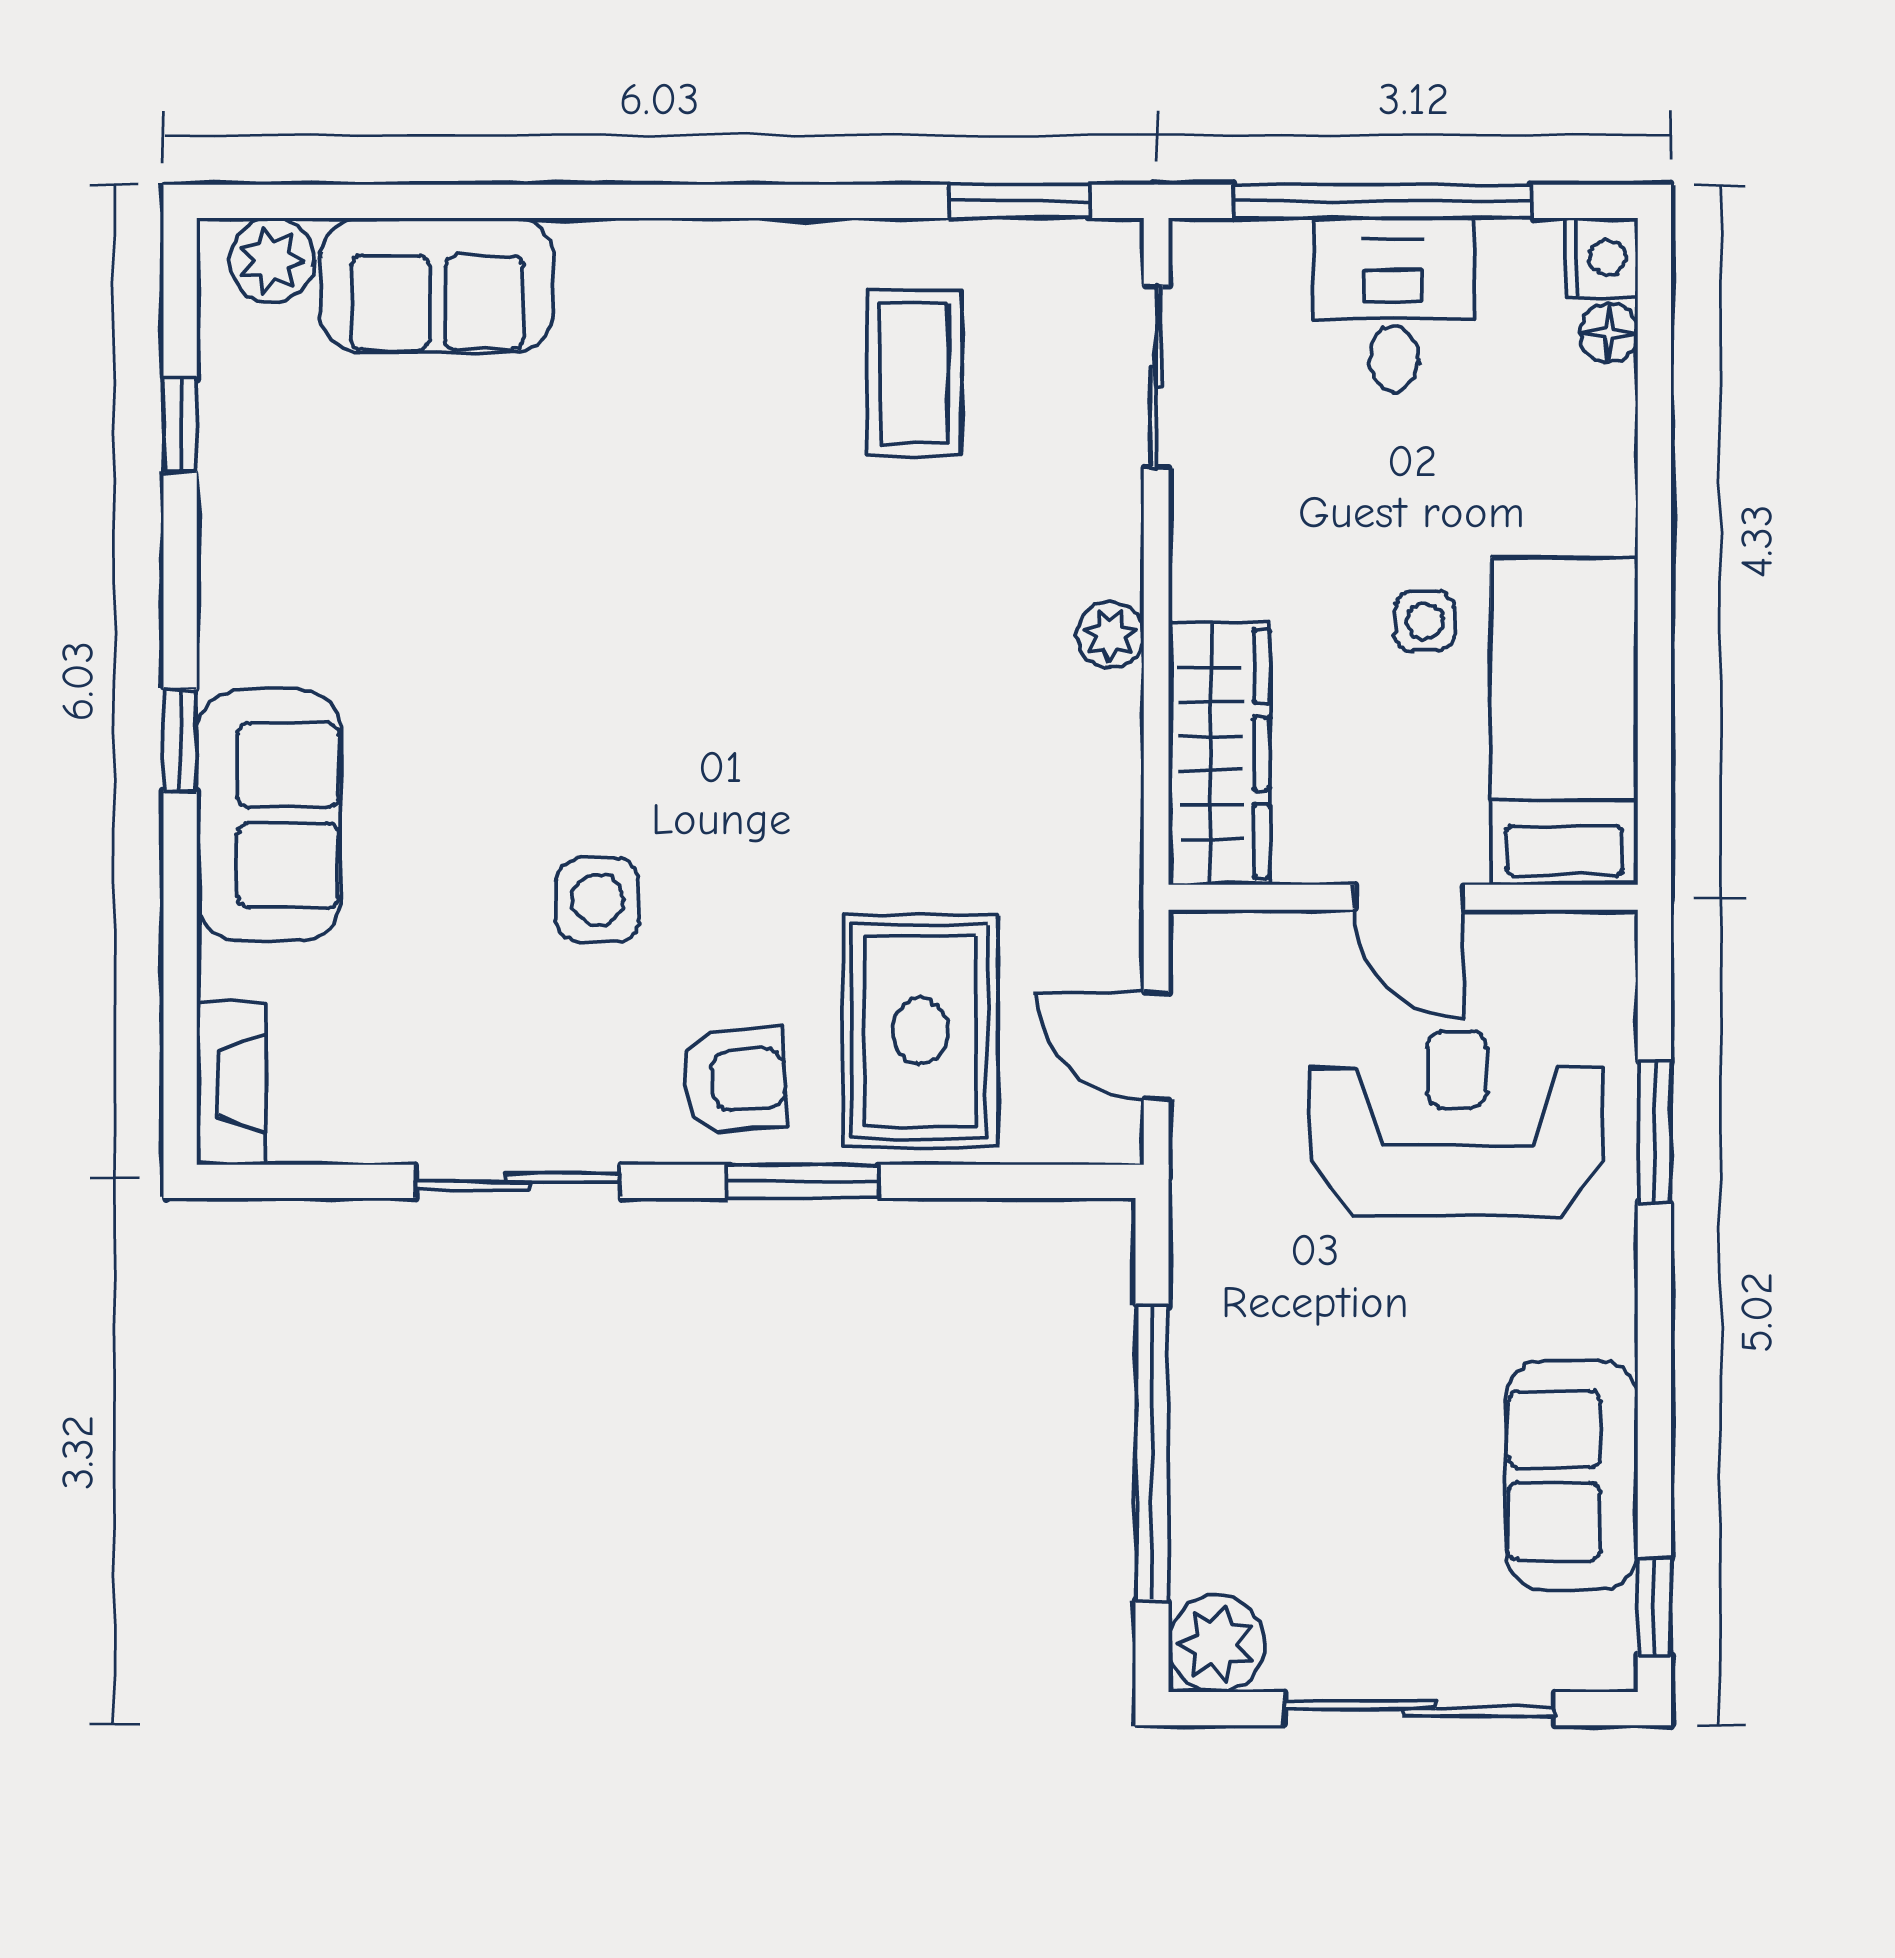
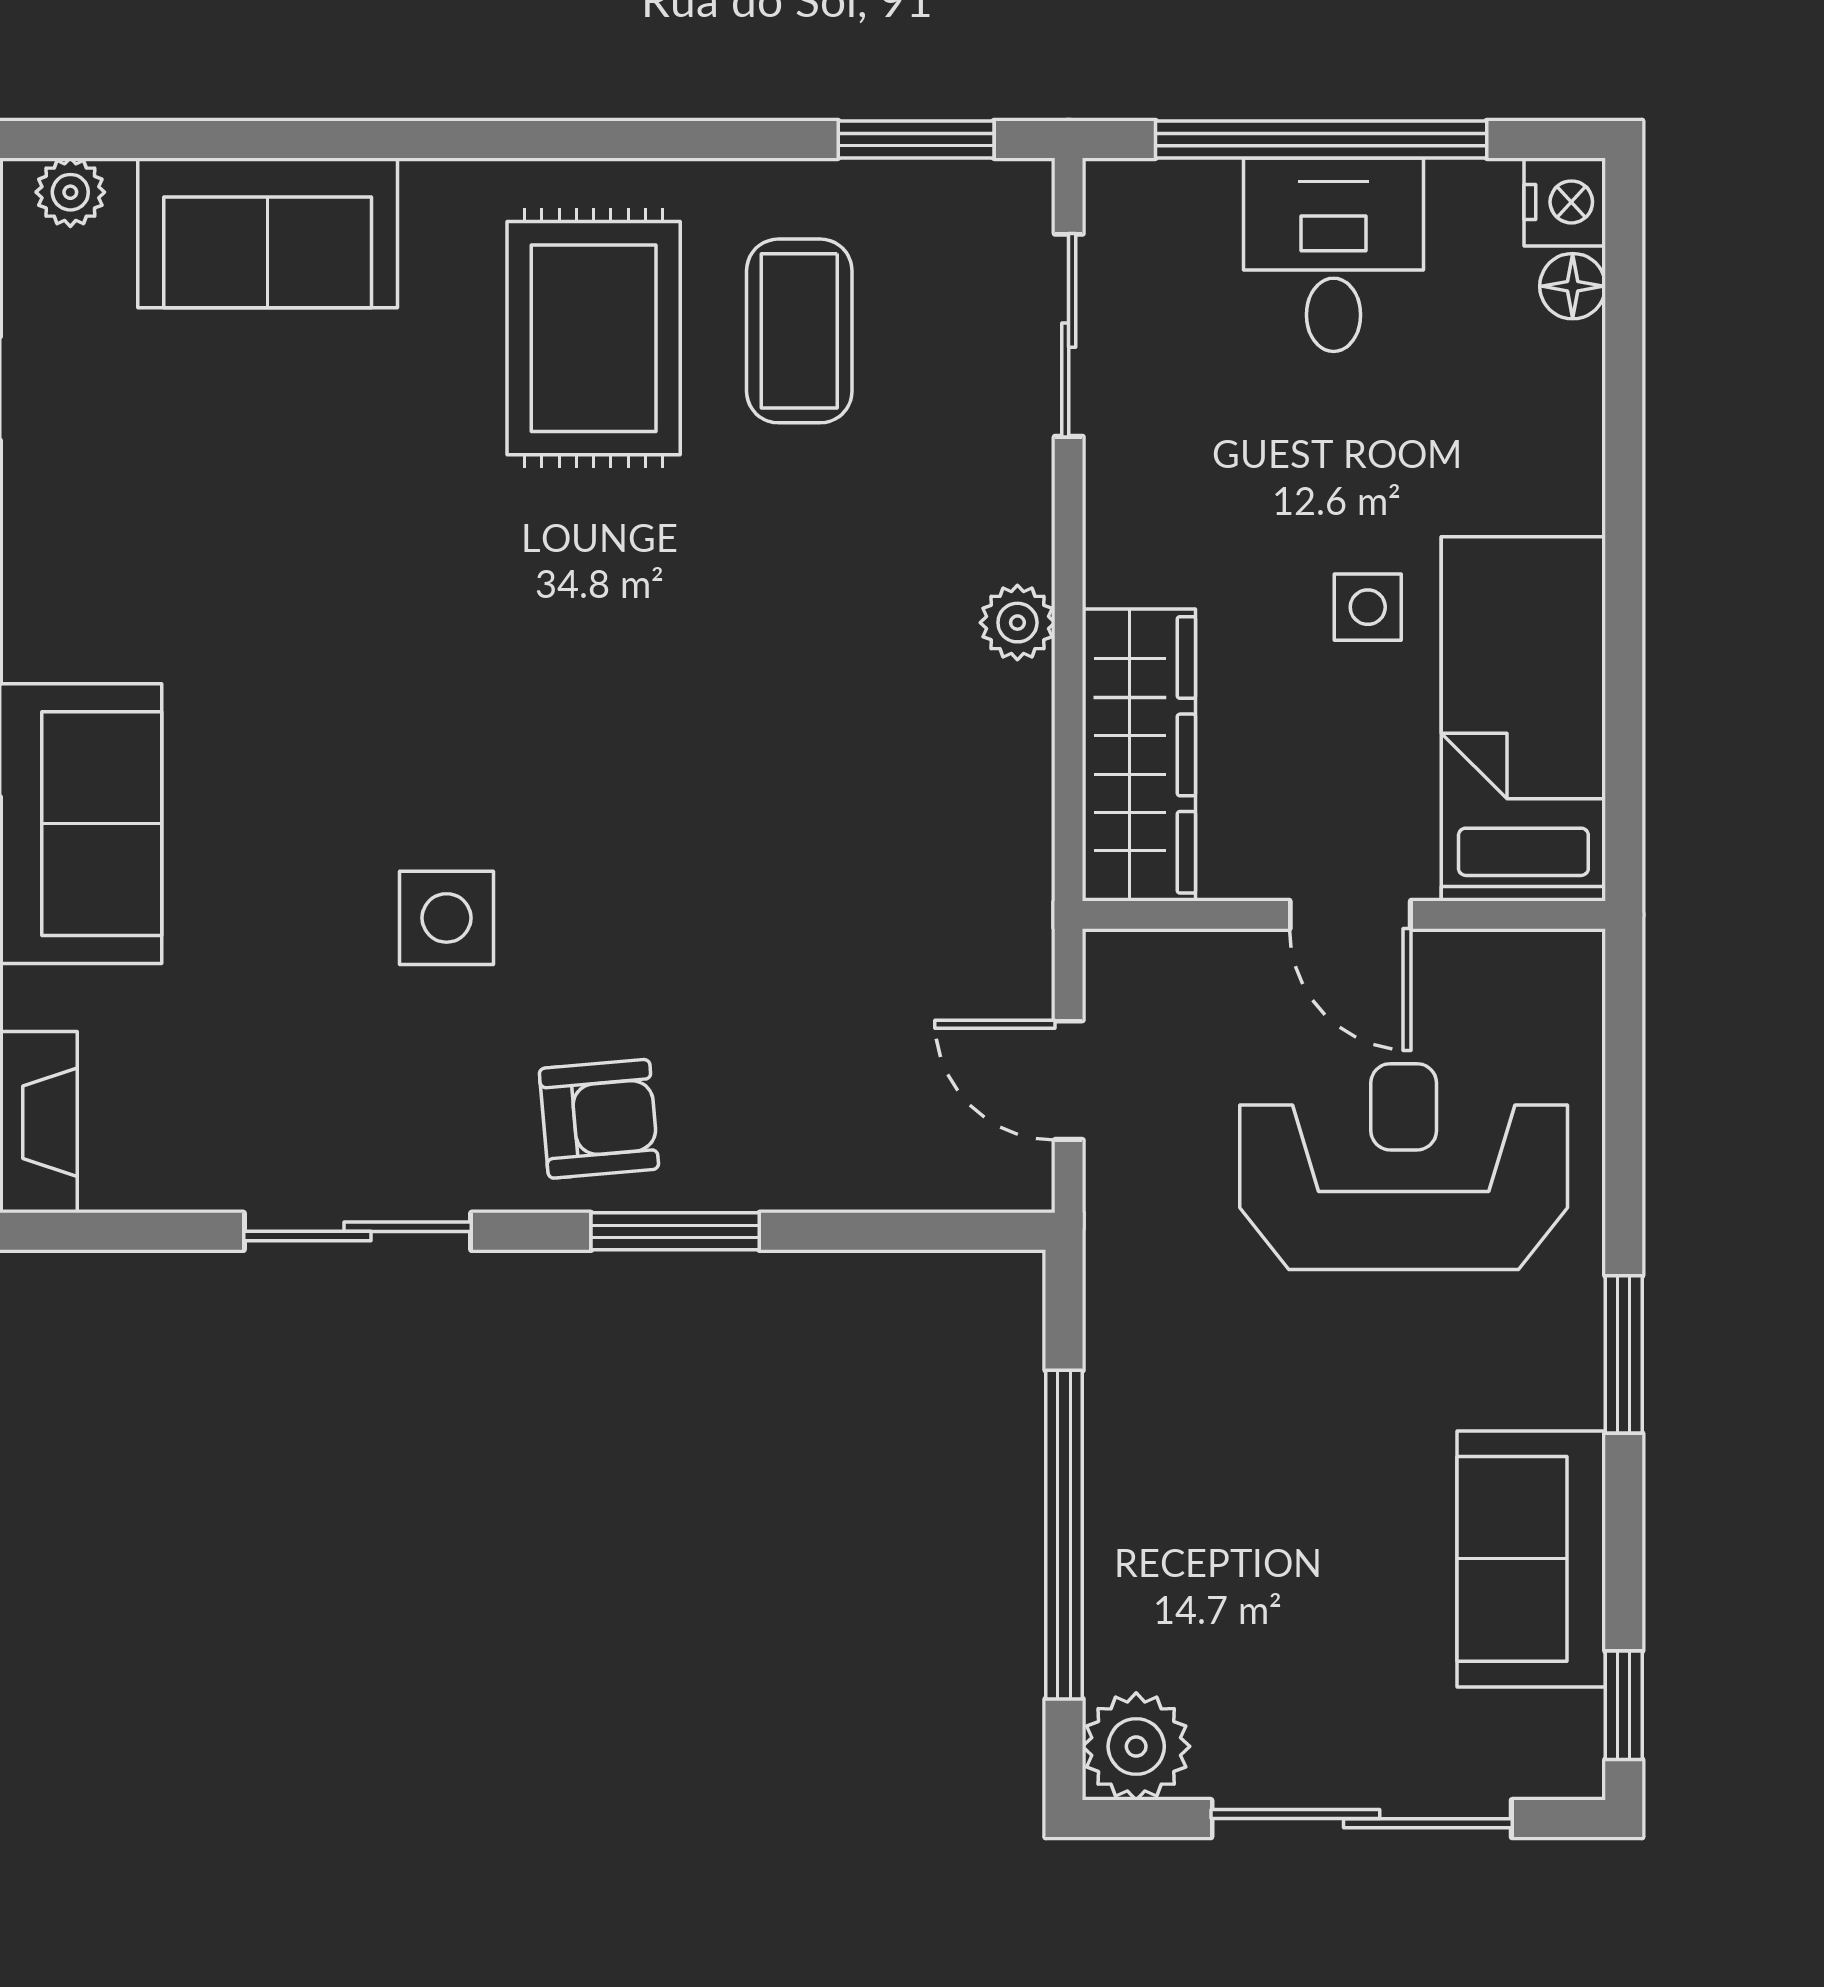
plant: (272, 260) -> (70, 192), width x0.73, depth x0.73
rug: (920, 1031) -> (594, 338), moved
window: (1654, 1132) -> (1624, 1354), moved

